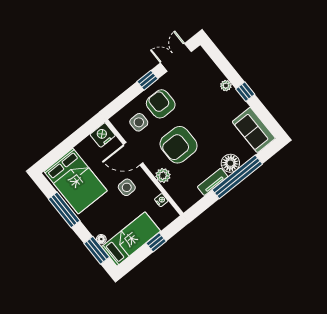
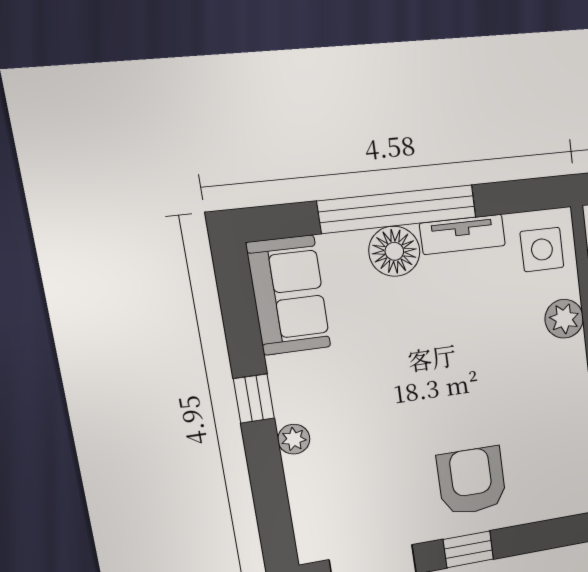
armchair: (161, 104) -> (472, 481), turned 180
side table: (139, 122) -> (542, 250), moved
armchair: (179, 145) -> (488, 366), removed

